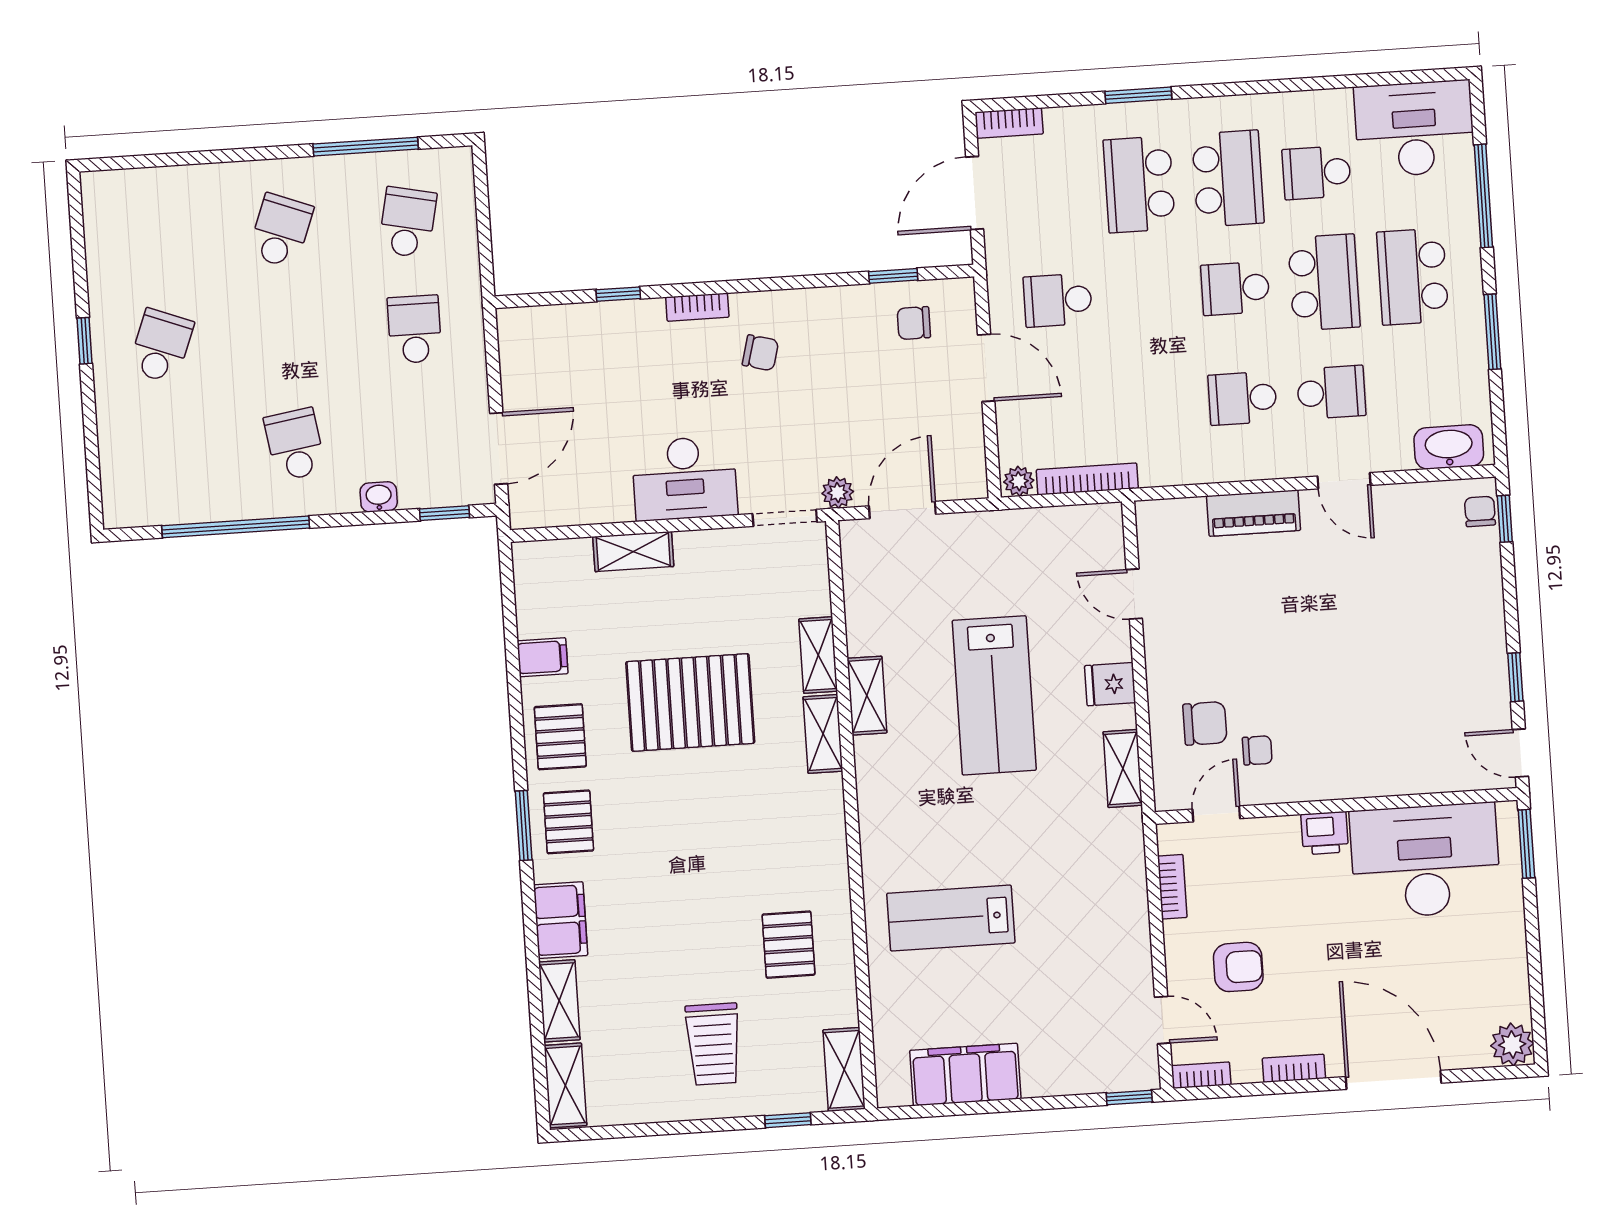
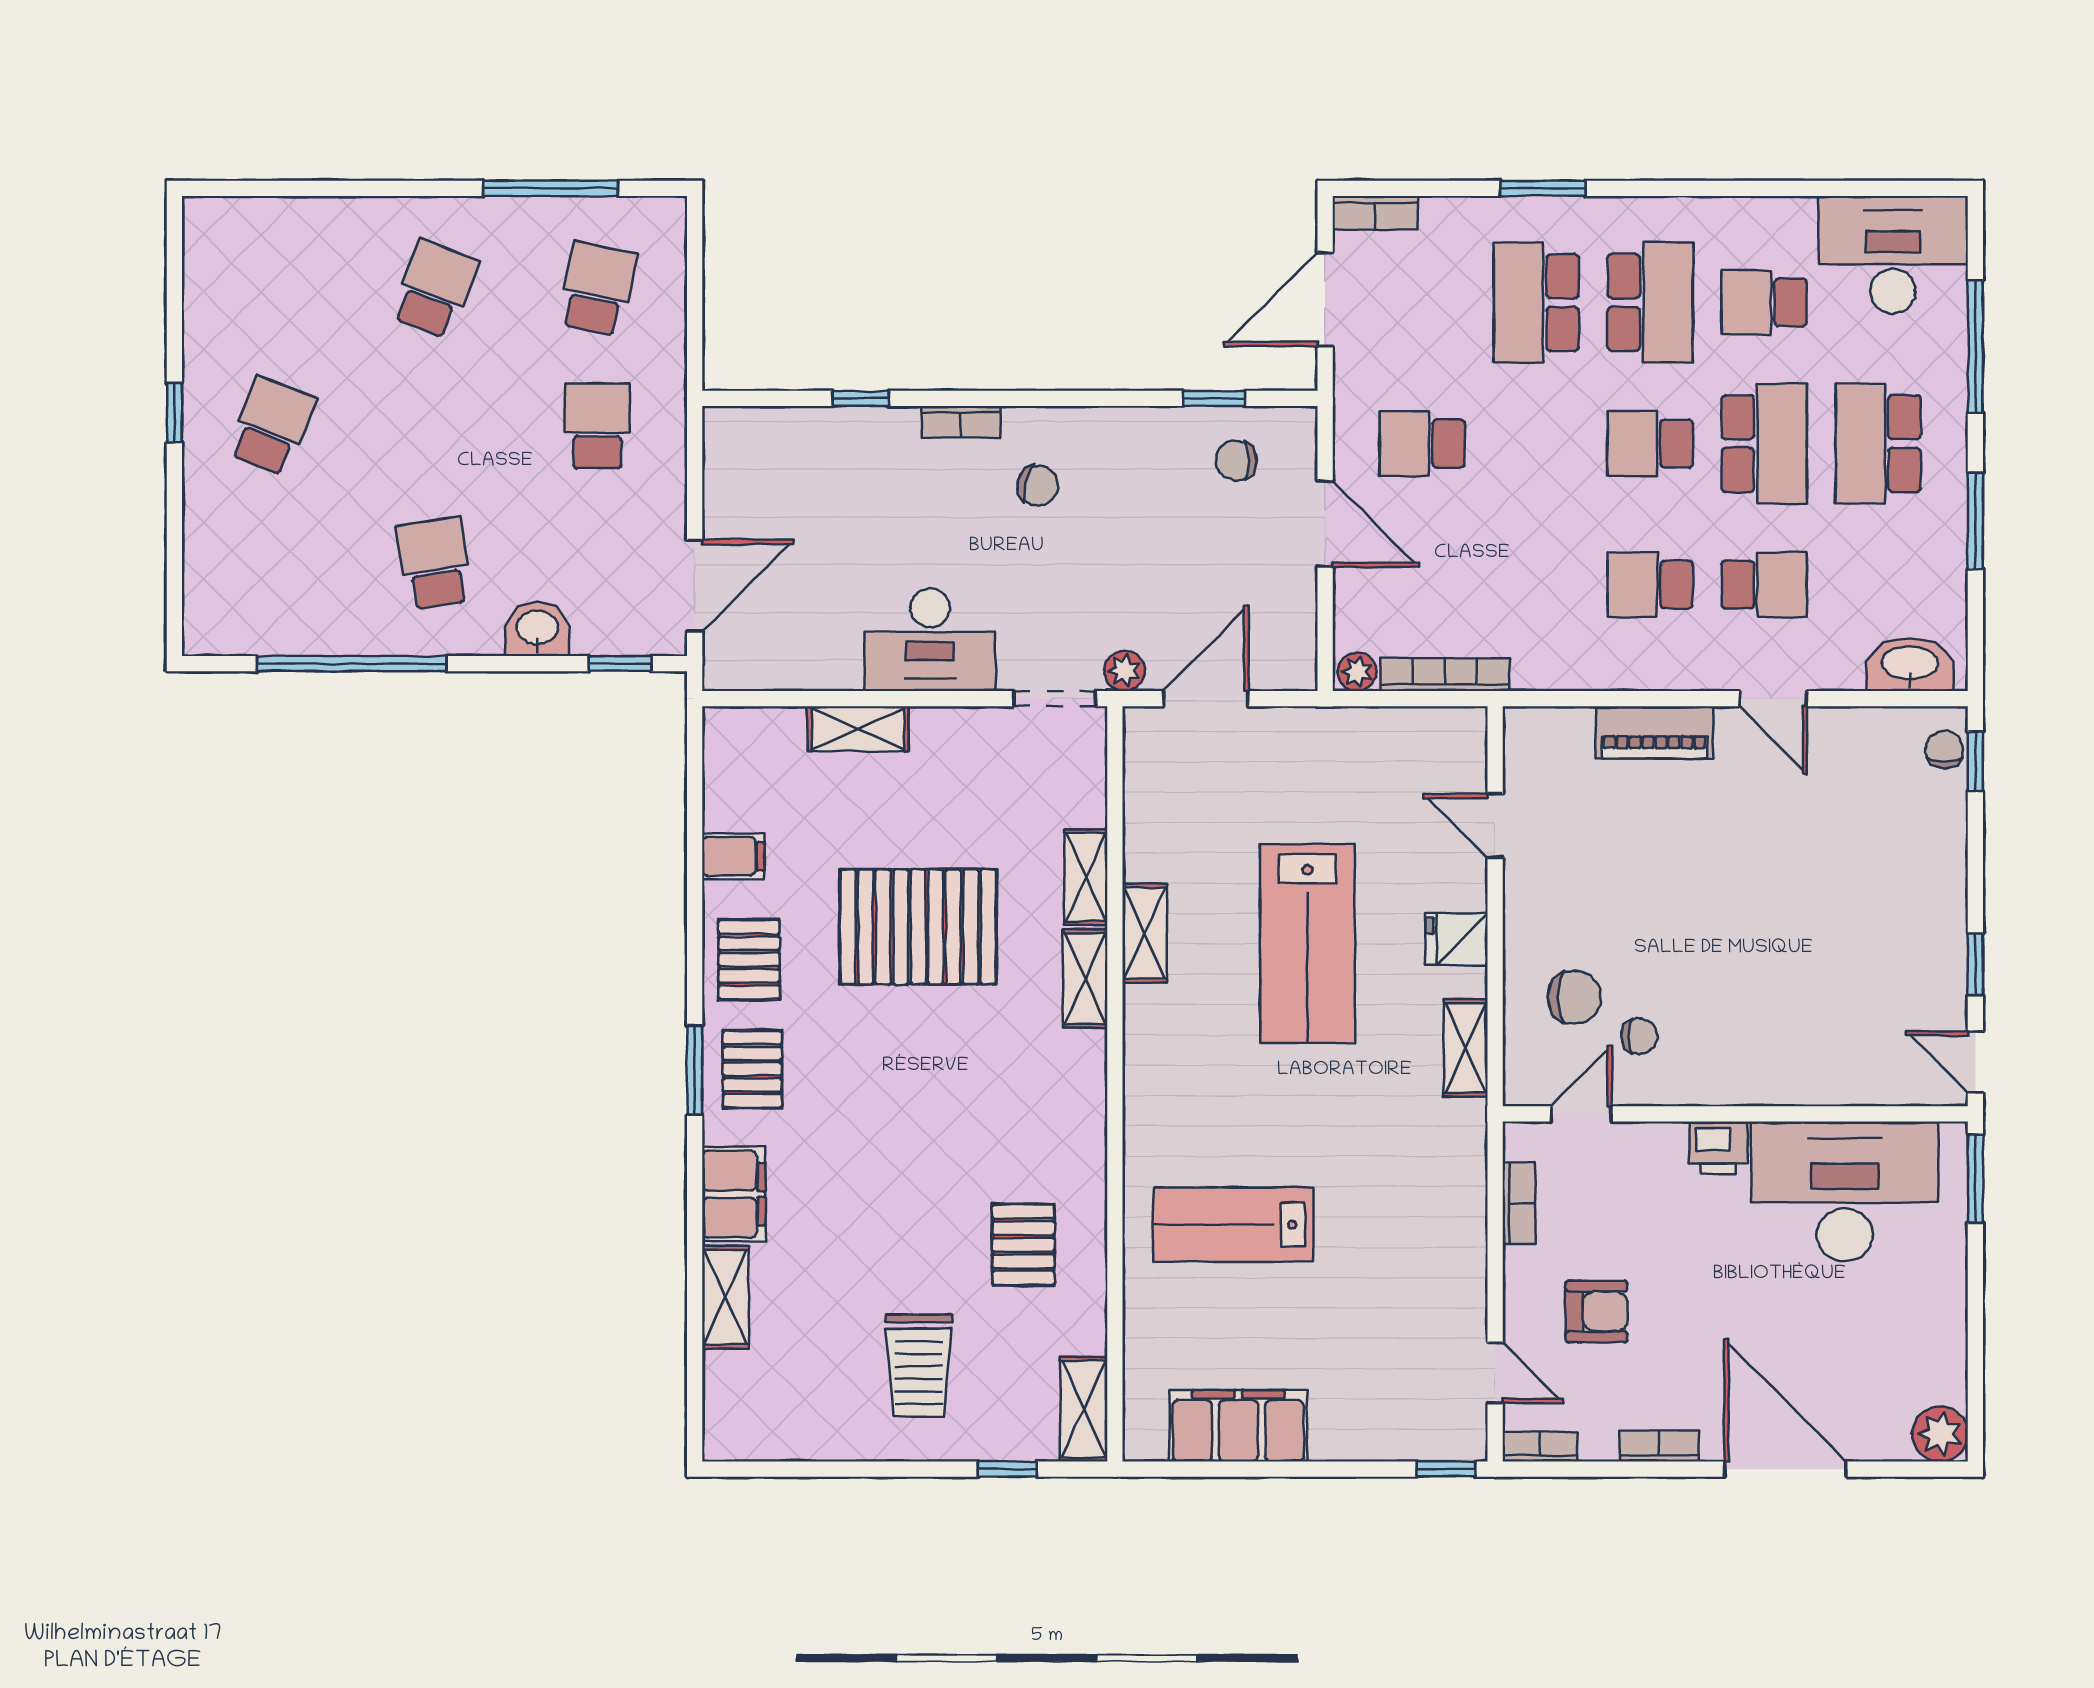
washbasin: (379, 497) -> (537, 629), width x1.38, depth x1.45
shelving: (565, 1085) -> (726, 1406), removed

